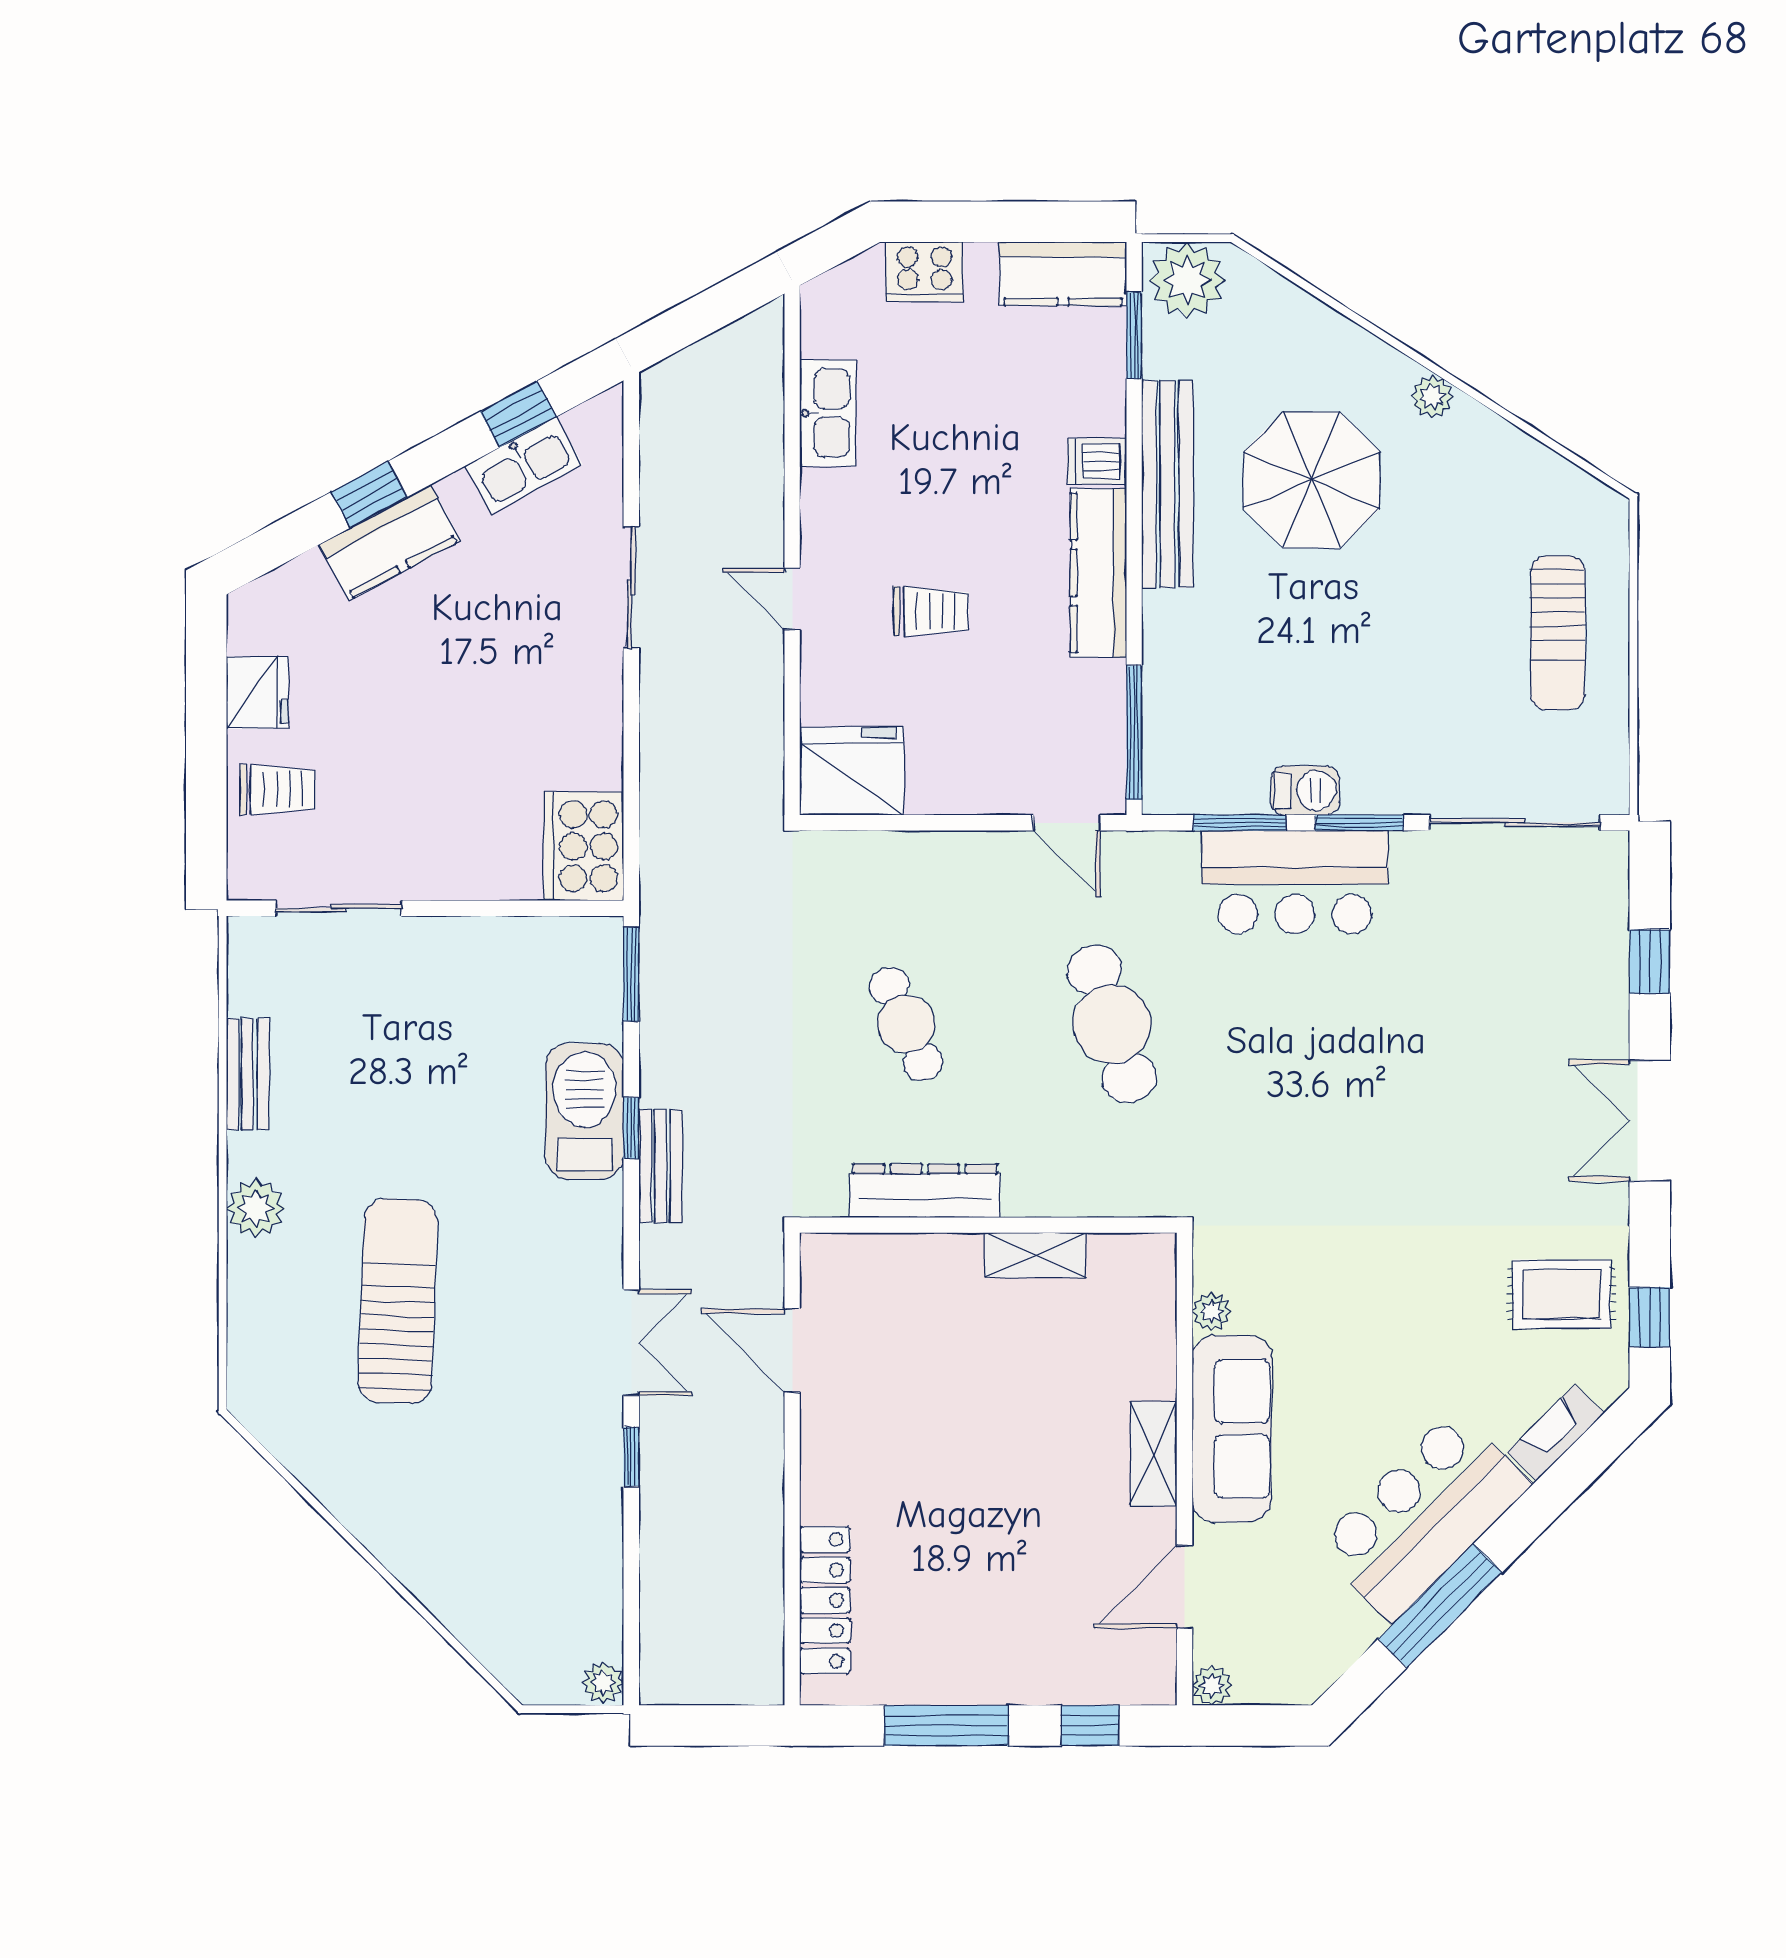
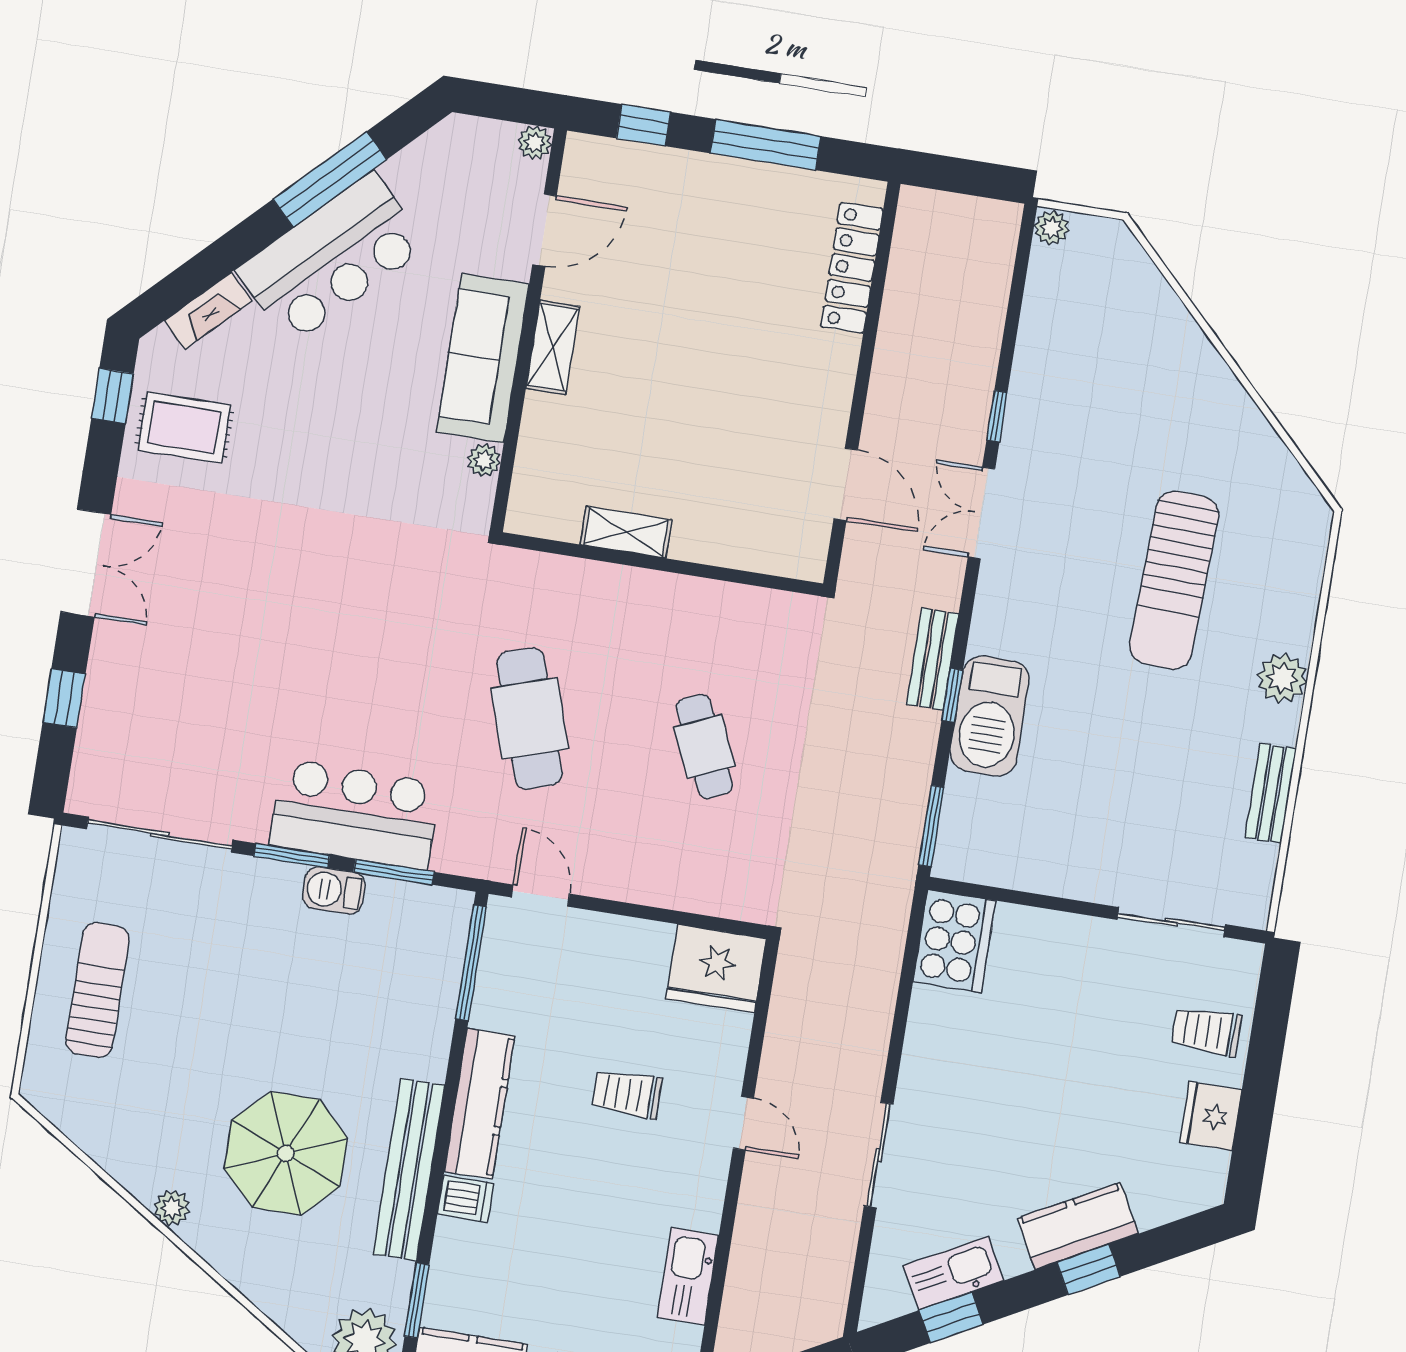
dresser: (925, 1191) -> (711, 602), removed

